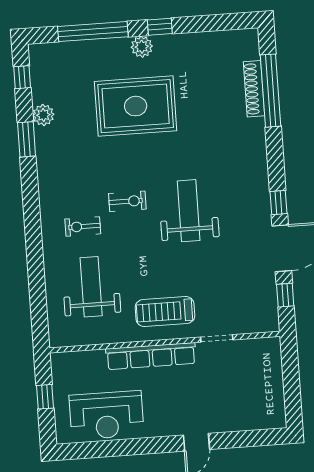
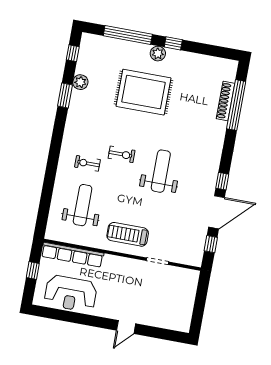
row of seats: (151, 356) -> (72, 255), moved

